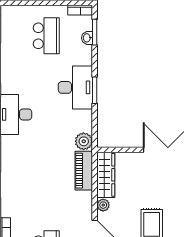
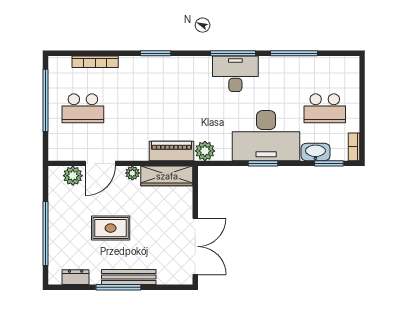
washbasin: (87, 38) -> (315, 152), width x1.91, depth x1.45
desk: (75, 87) -> (266, 136), width x1.36, depth x1.30

